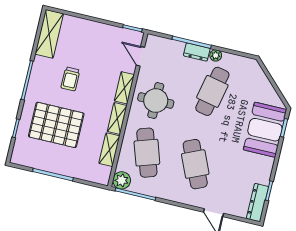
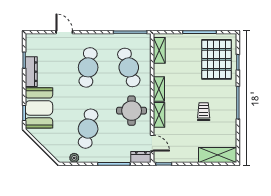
shelving: (49, 34) -> (218, 155), moved, turned 90
dresser: (197, 52) -> (141, 157), moved
plant: (216, 55) -> (74, 158), moved
pallet: (56, 125) -> (216, 59), moved, turned 90
shelving: (109, 150) -> (159, 50), moved
cafe table: (195, 164) -> (88, 67), turned 33
plant: (122, 180) -> (144, 41), removed
dresser: (257, 203) -> (31, 72), moved

